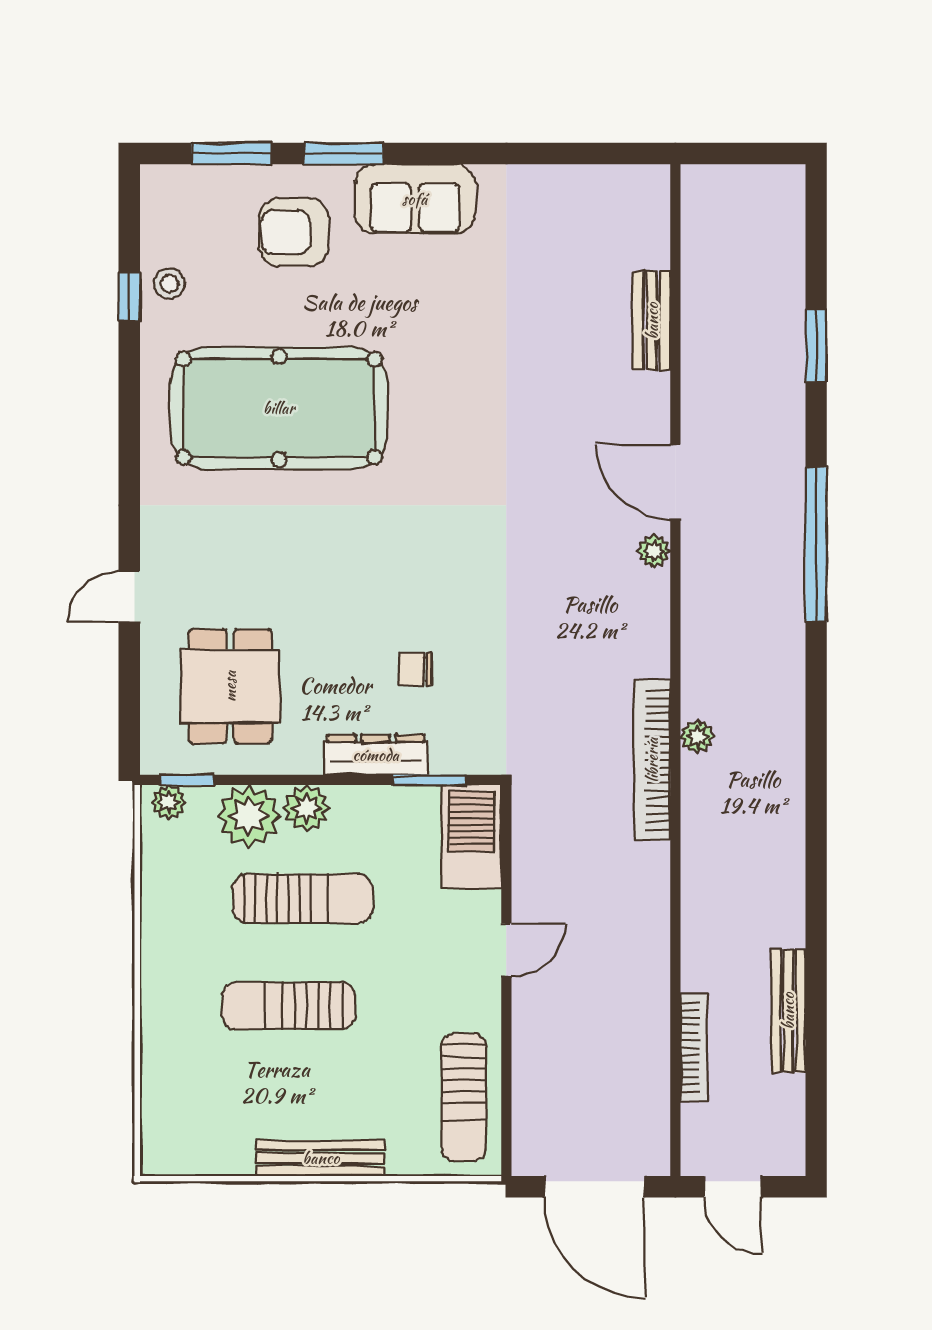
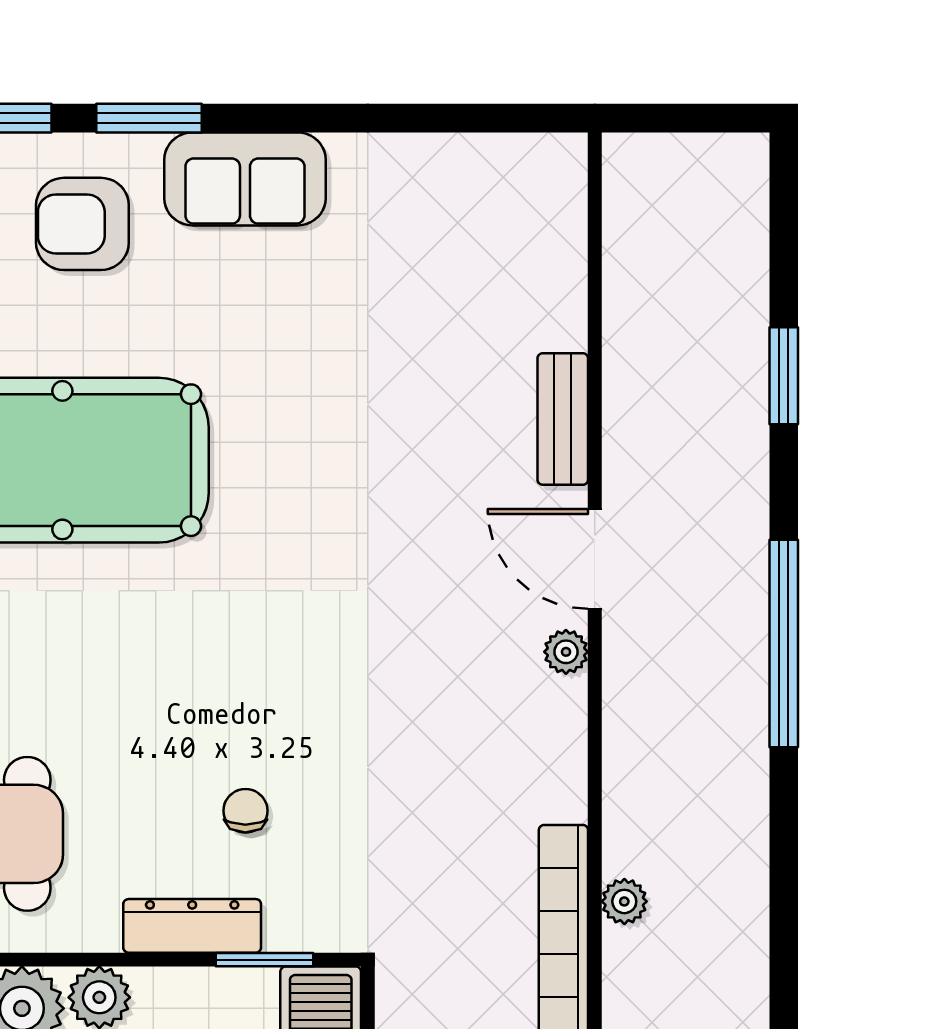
bench: (652, 321) -> (563, 419), moved
chair: (415, 669) -> (245, 811), turned 90

